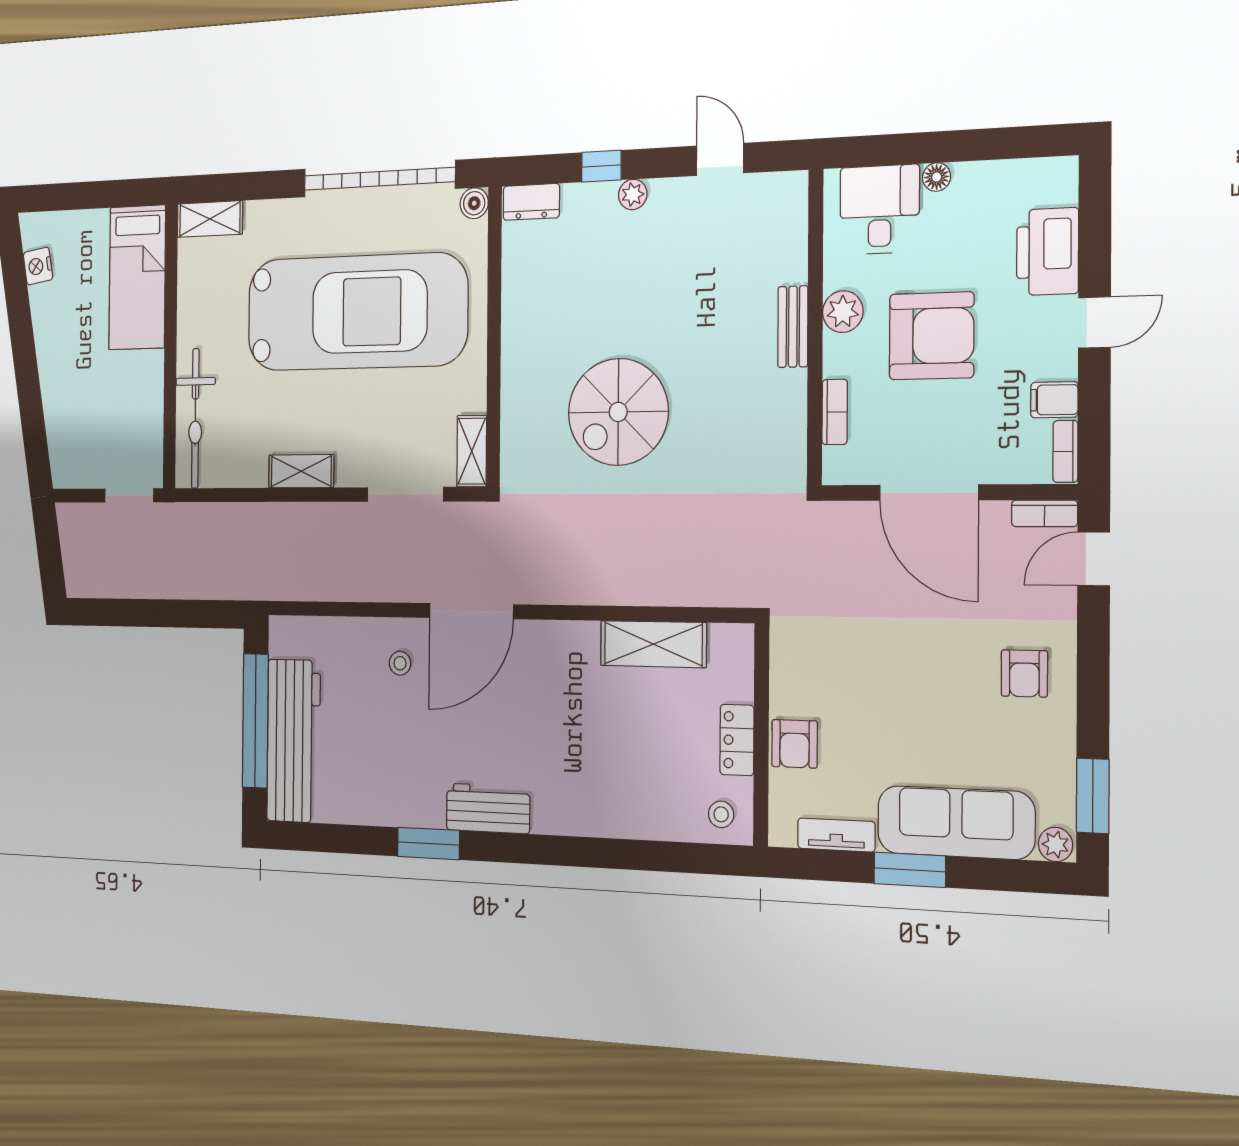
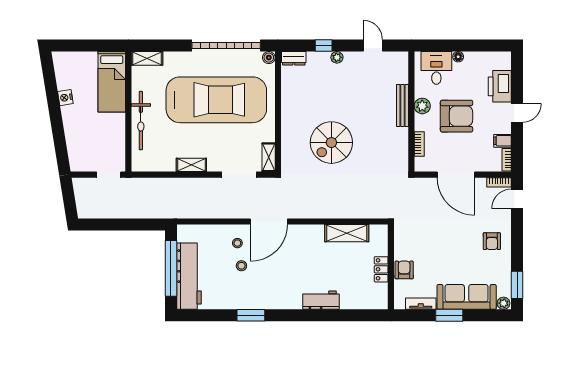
nightstand: (38, 266) -> (65, 98), moved
bench: (793, 327) -> (403, 105), width x1.36
bicycle: (195, 418) -> (141, 121), moved
armchair: (795, 744) -> (404, 270), turned 180
workbench: (488, 808) -> (321, 300), moved
stool: (721, 814) -> (241, 266), moved

